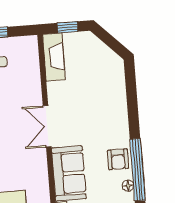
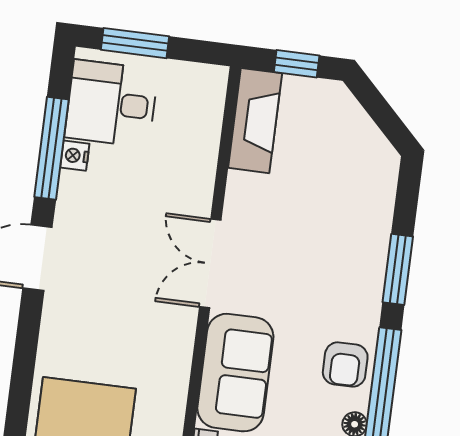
window: (133, 111) -> (398, 269), added

